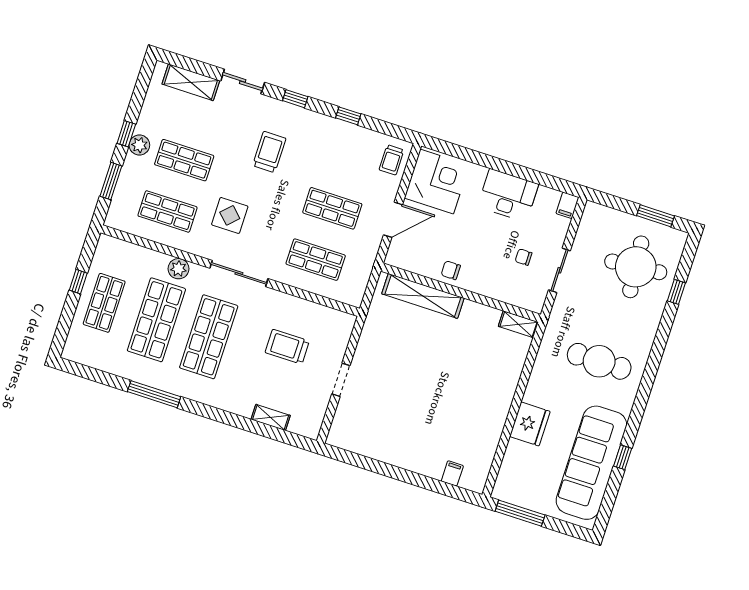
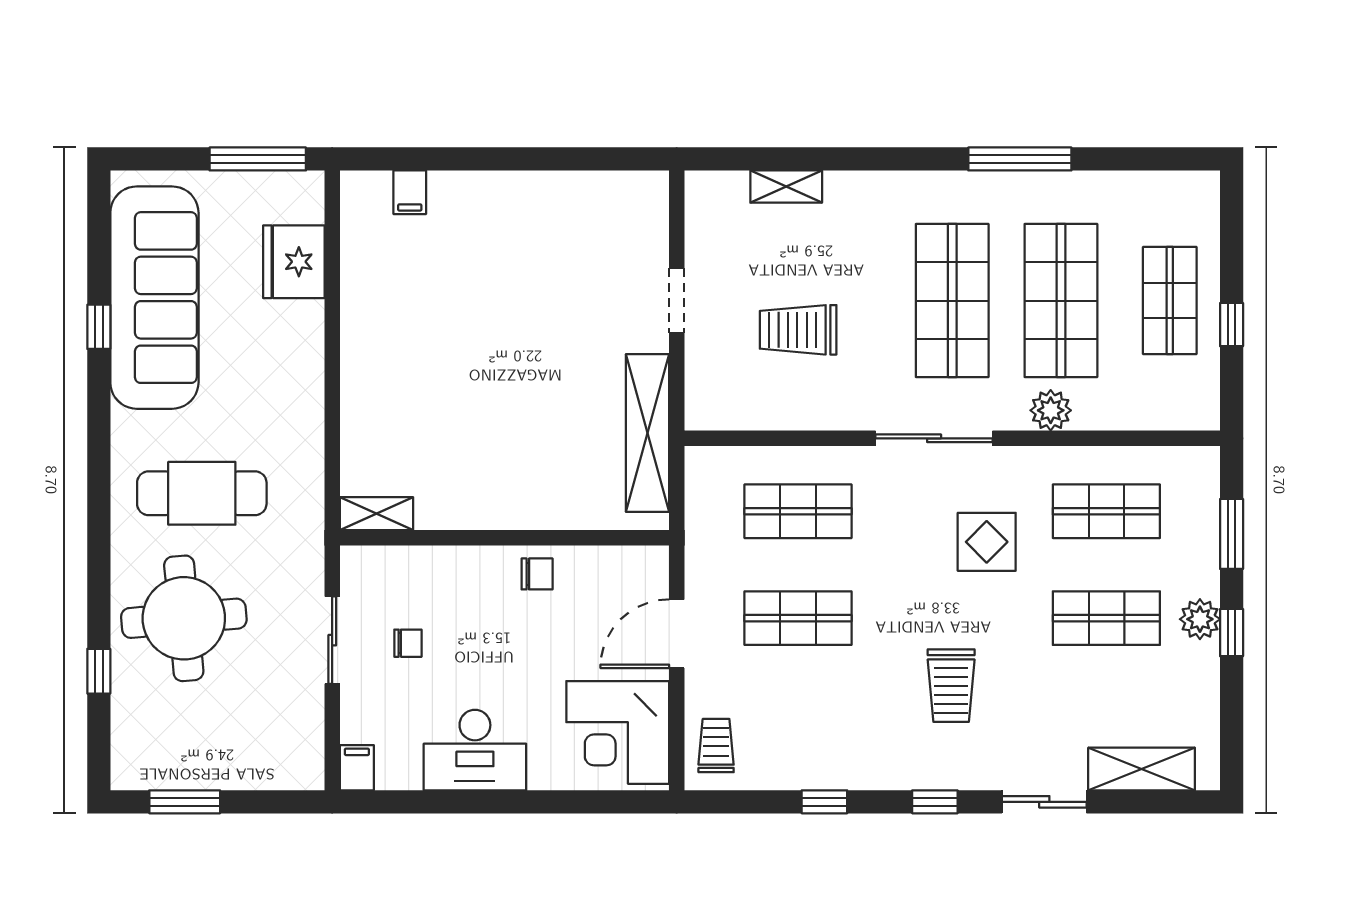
round table: (636, 267) -> (184, 618), moved
shelving: (423, 296) -> (647, 433), moved, turned 90
trolley: (287, 347) -> (798, 330), turned 180
fridge: (530, 424) -> (294, 262), moved

